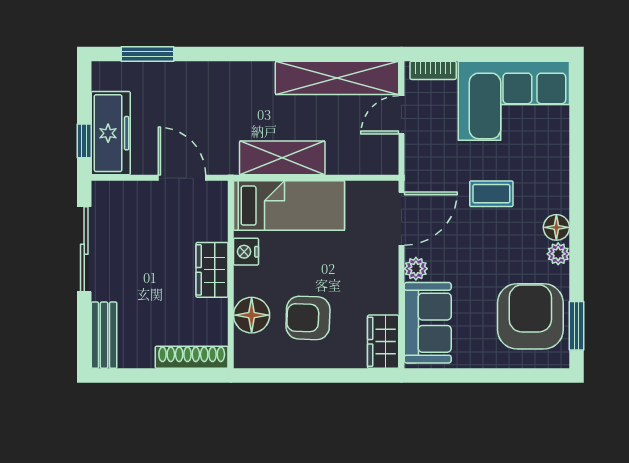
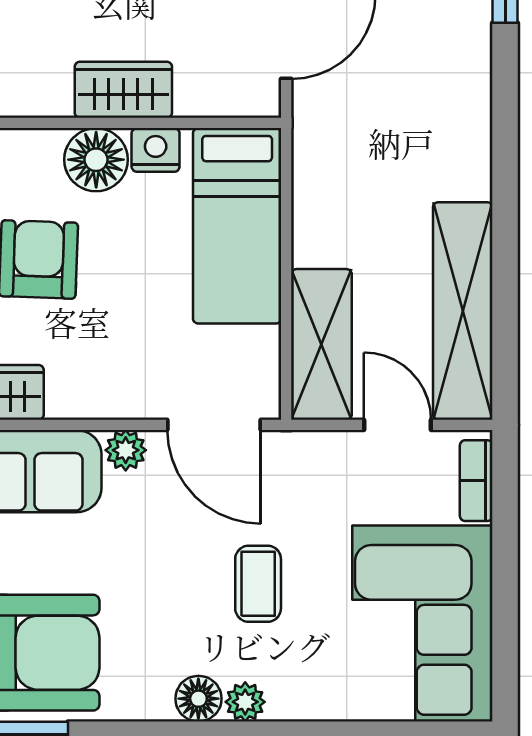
shelving: (282, 158) -> (321, 344), moved
plant: (558, 254) -> (245, 702), moved
floor lamp: (252, 315) -> (96, 160), moved

